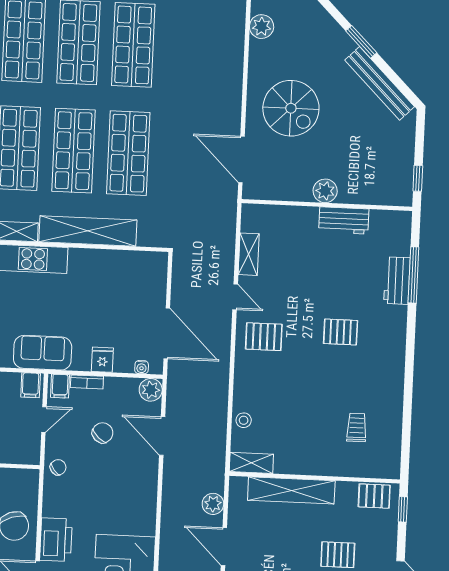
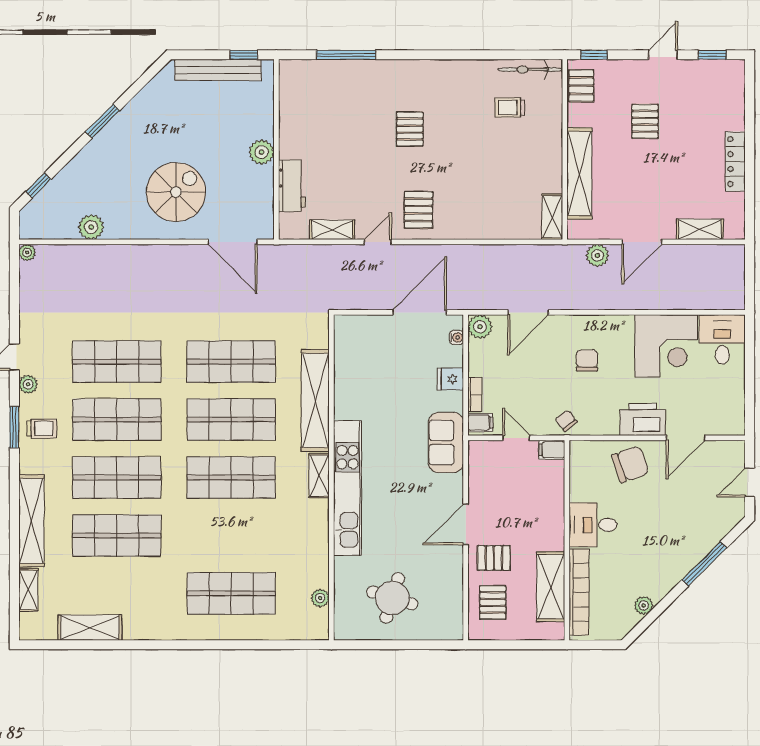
bench: (380, 83) -> (218, 70), moved, turned 45
door: (241, 159) -> (232, 242), hinge flipped
workbench: (344, 220) -> (292, 186), moved
workbench: (397, 281) -> (353, 72), removed
filing cabinet: (31, 385) -> (552, 450), moved, turned 180
stool: (244, 420) -> (508, 227), removed
chair: (103, 433) -> (587, 360), moved, turned 48
bicycle: (392, 448) -> (530, 69), added

